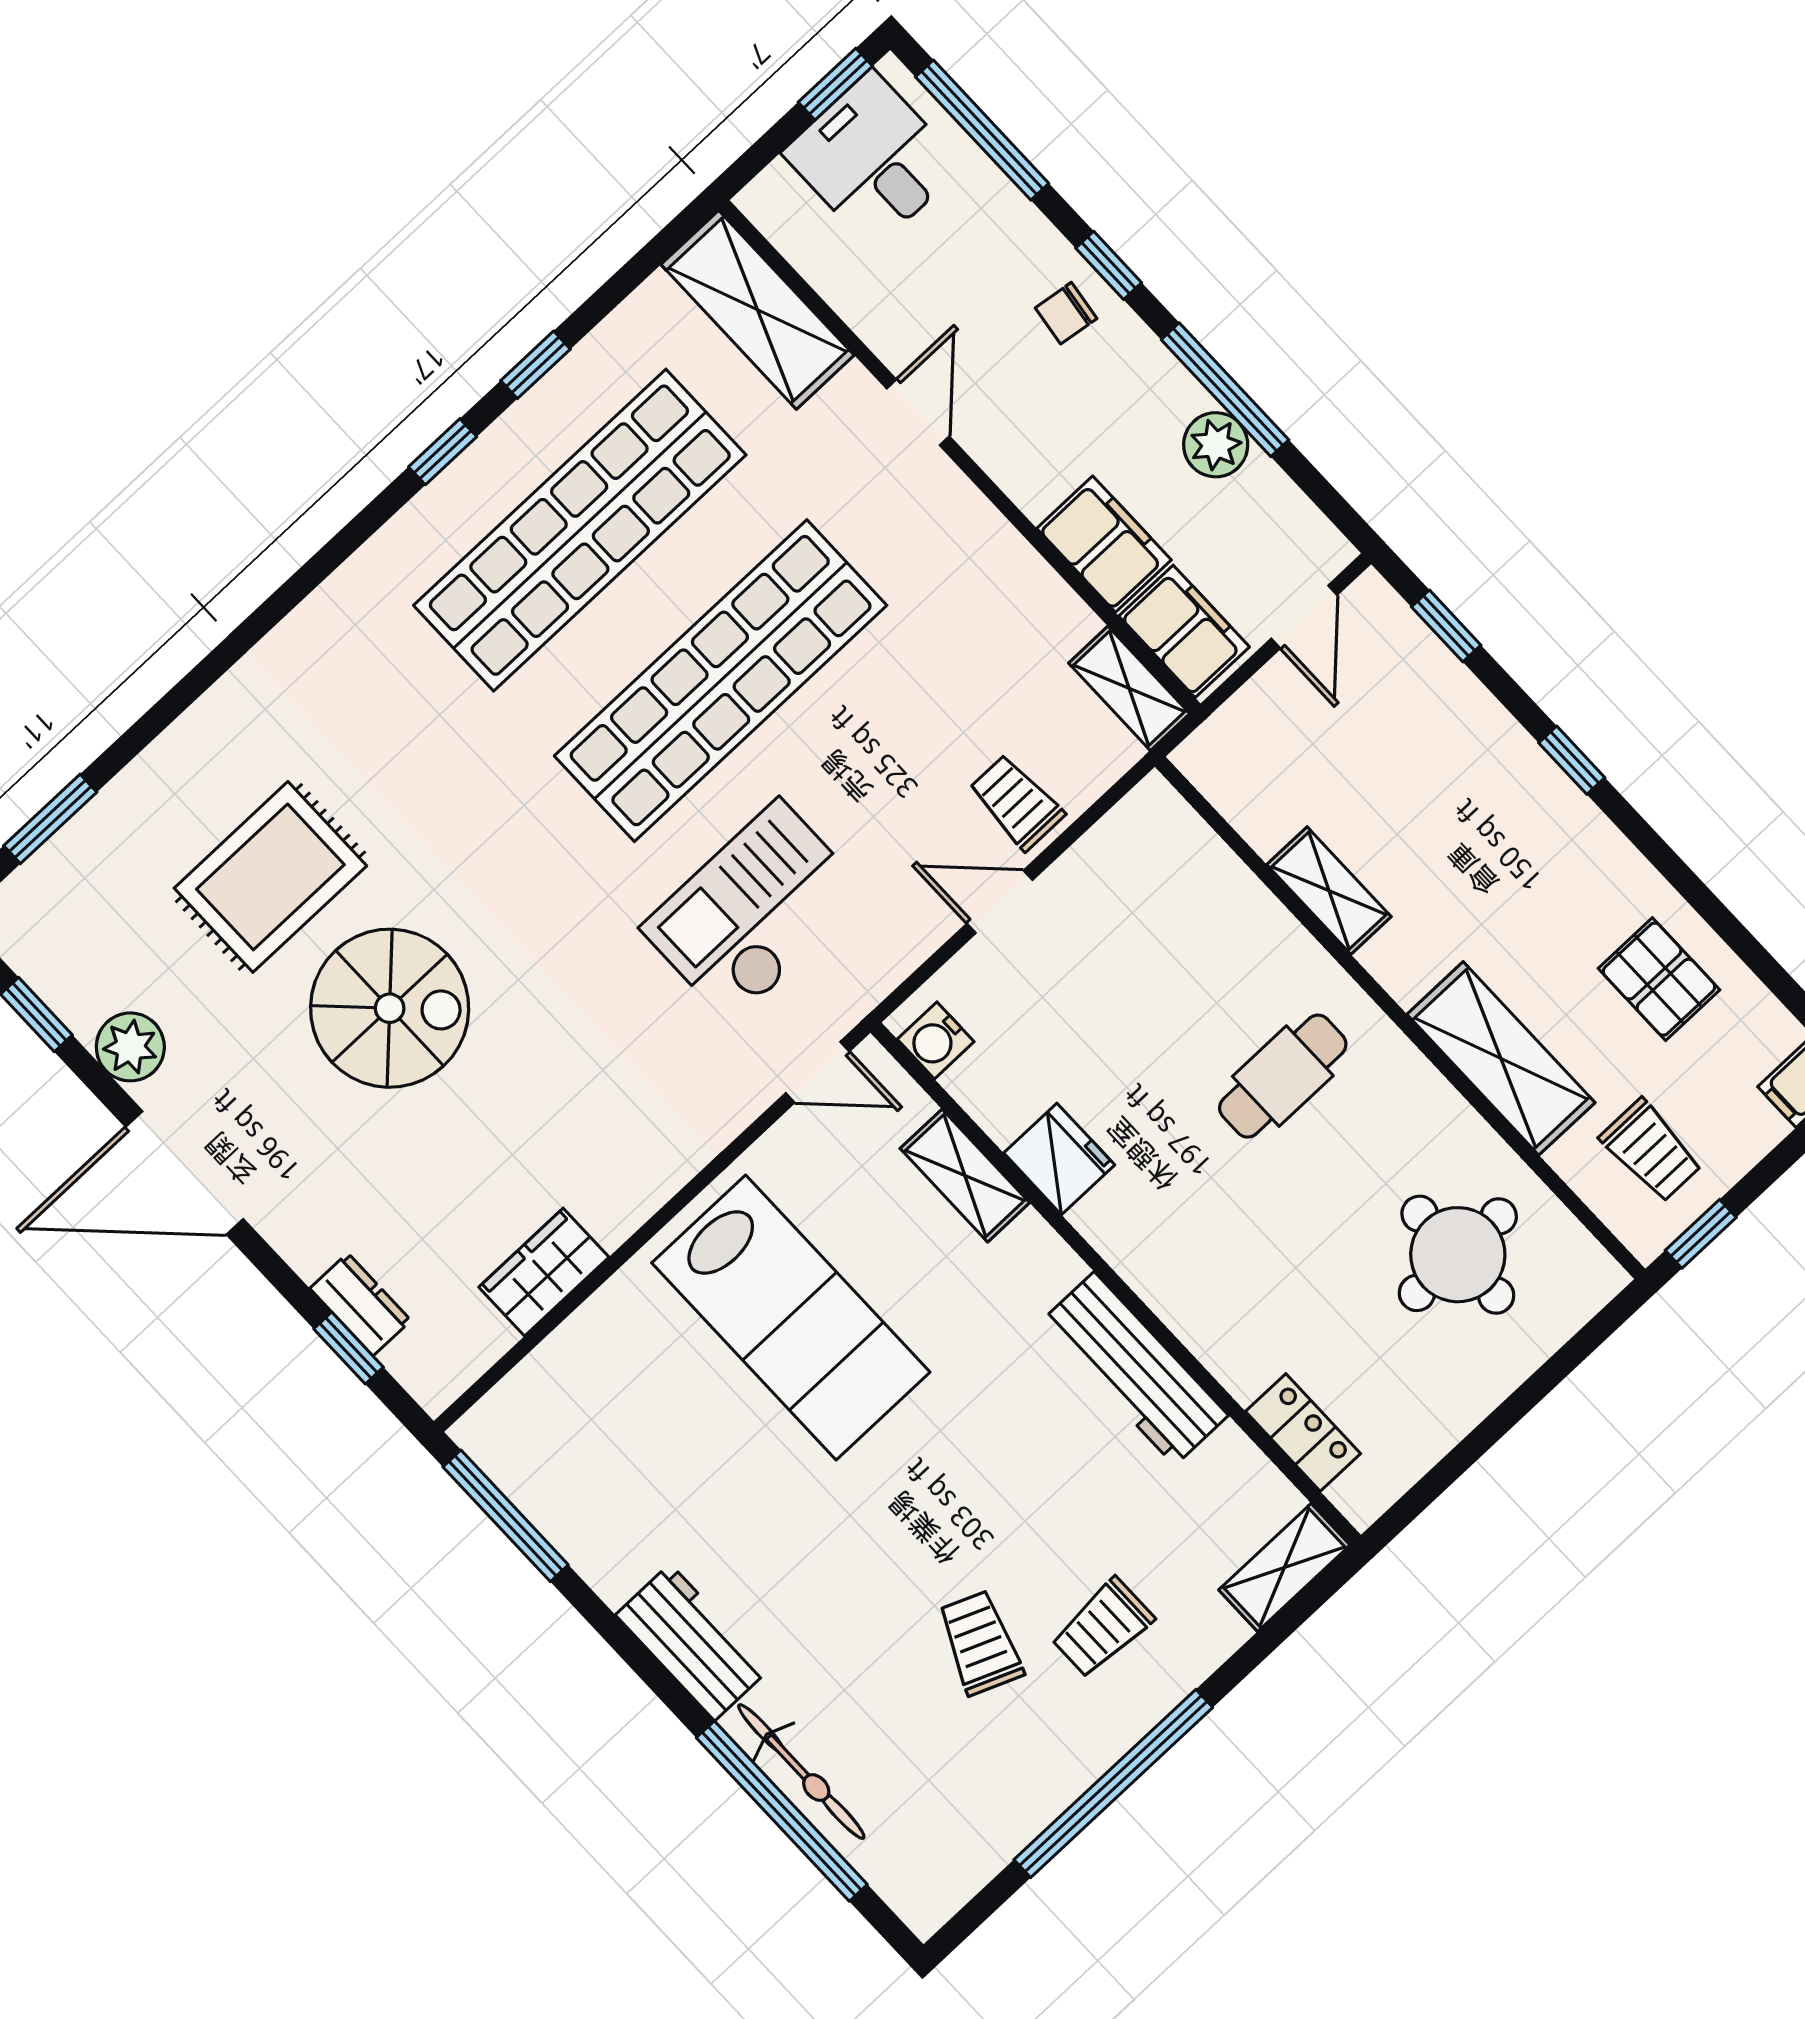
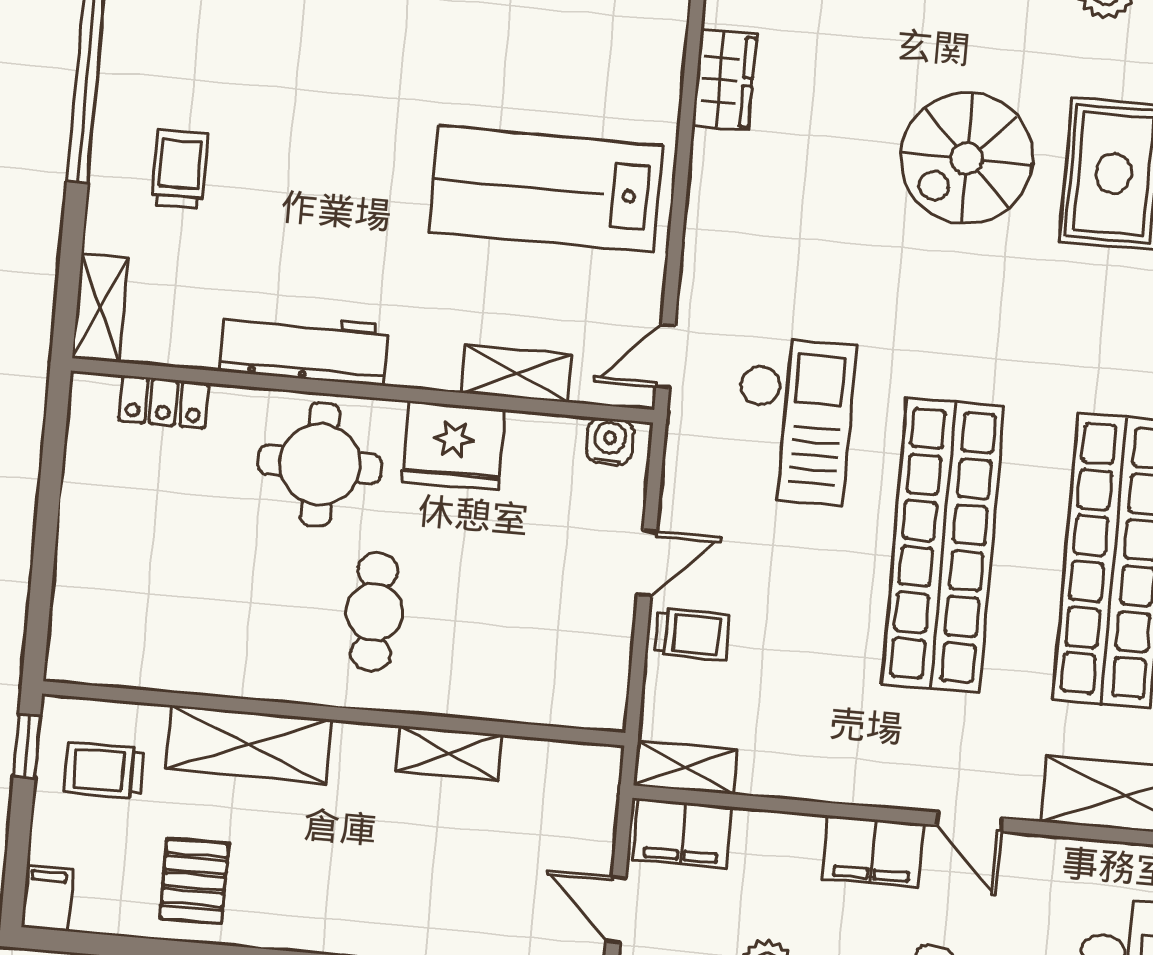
filing cabinet: (1104, 544) -> (873, 851), moved
pallet: (1659, 979) -> (194, 881), turned 90
fridge: (1059, 1159) -> (453, 445), width x1.36, depth x1.34
round table: (1458, 1255) -> (320, 464), moved
trolley: (980, 1643) -> (247, 92), removed

